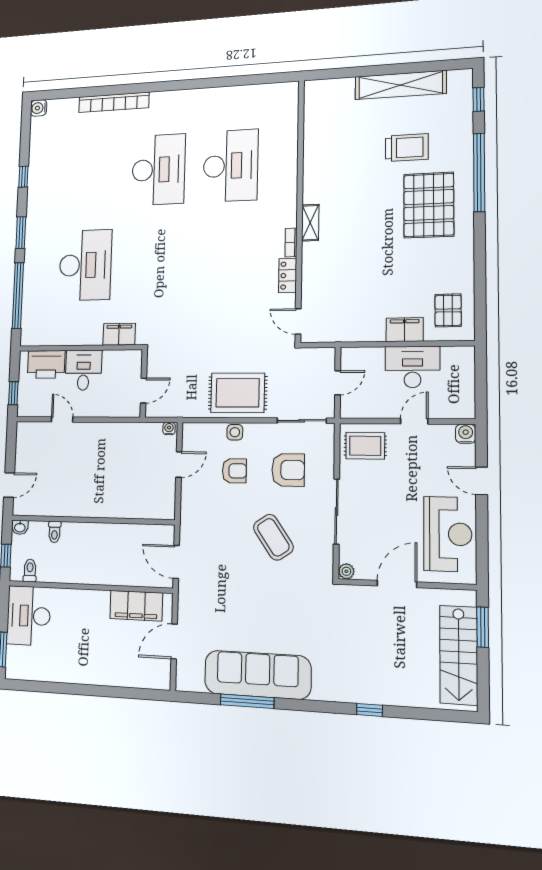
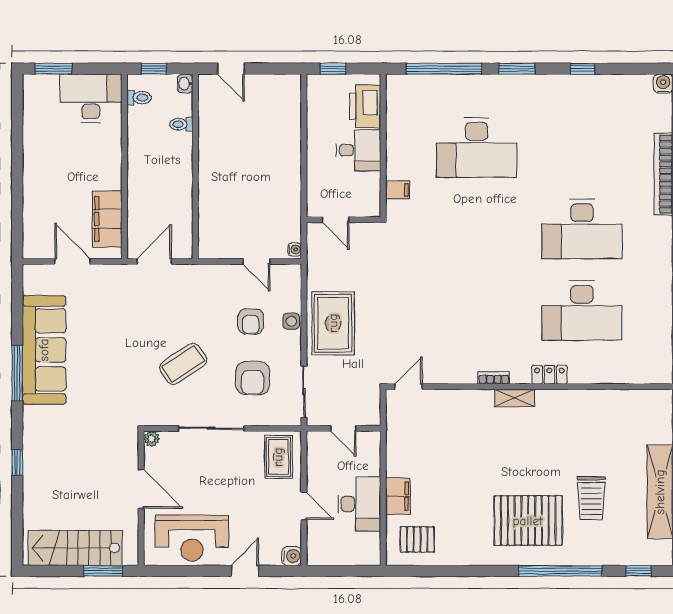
locker: (288, 276) -> (549, 375), moved
filing cabinet: (119, 334) -> (398, 190), width x0.50
door: (62, 419) -> (304, 128), removed
window: (247, 701) -> (17, 373), moved

